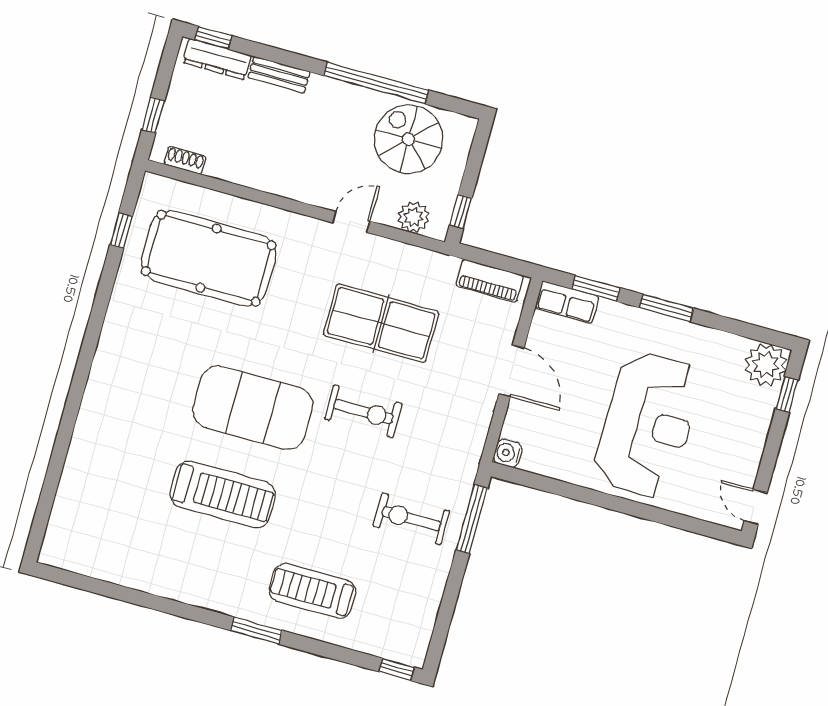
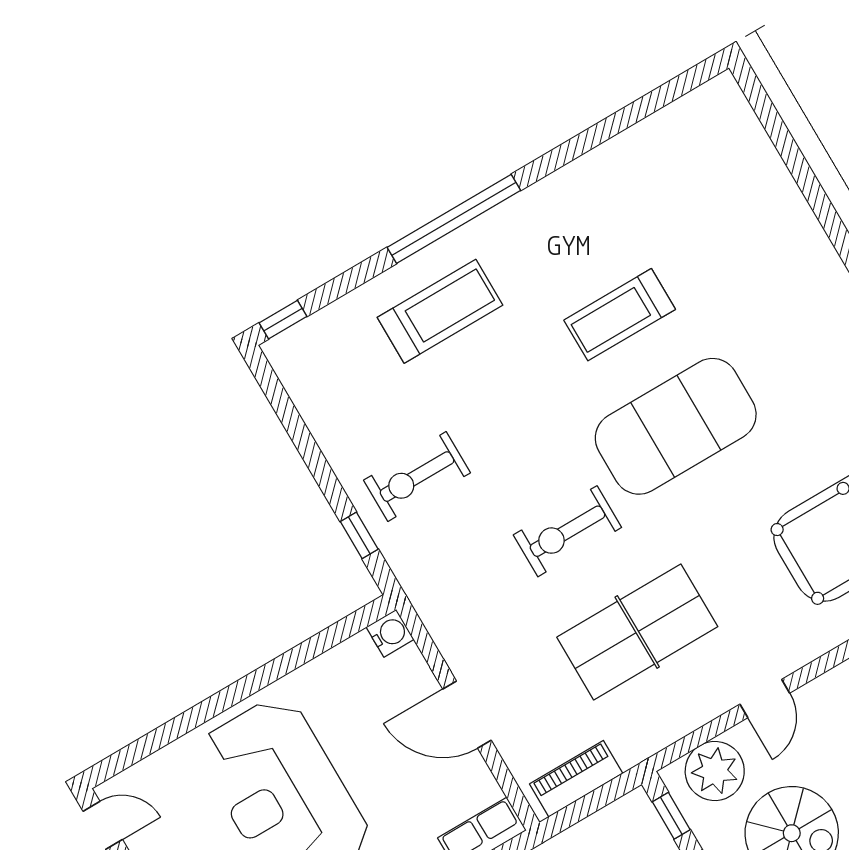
plant: (413, 217) -> (715, 771), width x1.36, depth x1.36
treadmill: (223, 494) -> (620, 315), width x0.73, depth x0.73
exercise bike: (411, 519) -> (417, 477), turned 180
window: (472, 519) -> (359, 535), width x0.46
window: (256, 631) -> (454, 219), width x2.11

